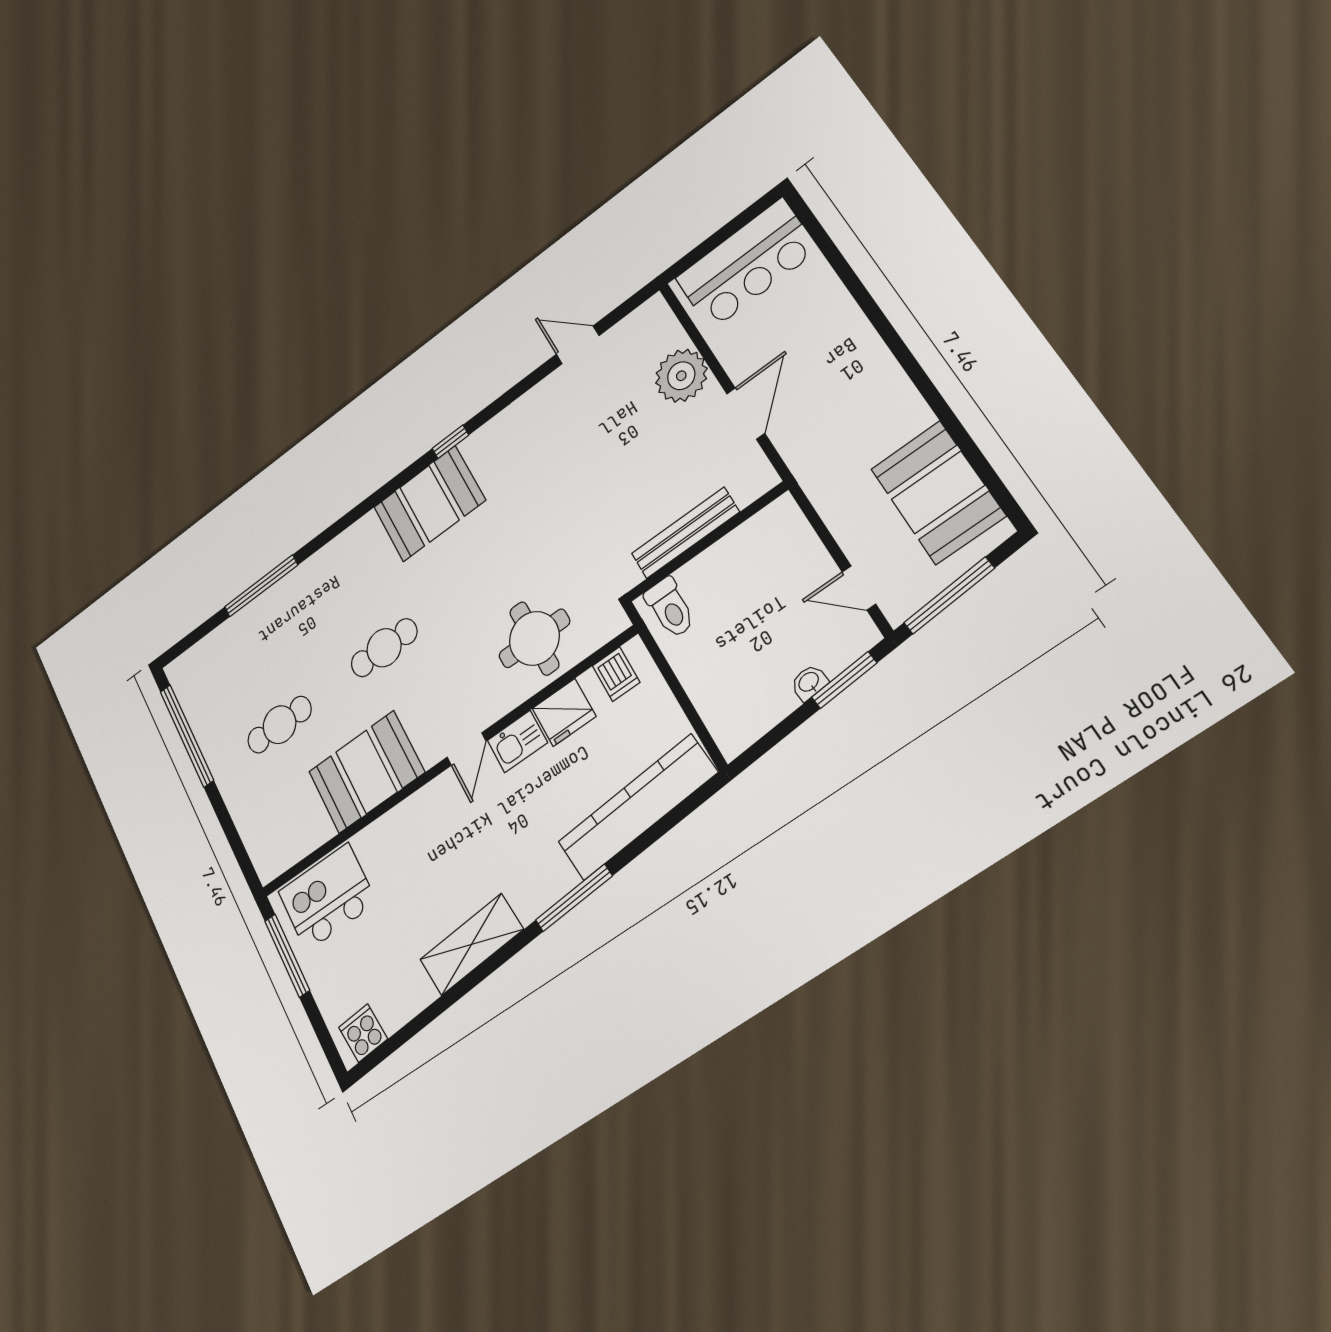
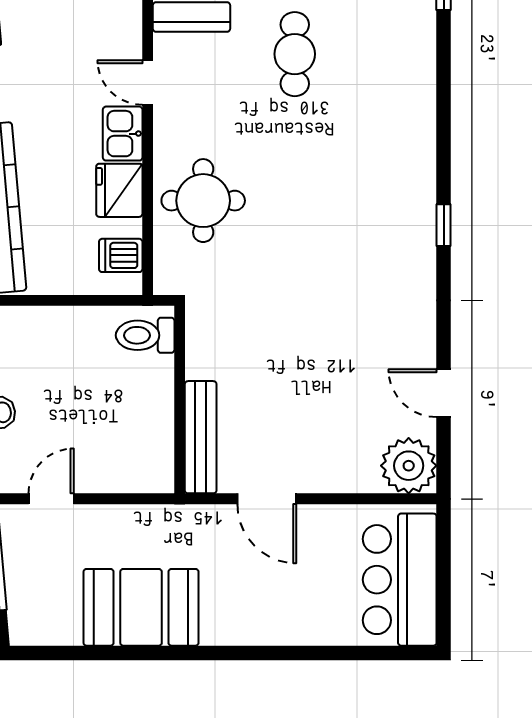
door: (578, 345) -> (444, 393), swing flipped
plant: (681, 376) -> (409, 466), moved
booth: (938, 492) -> (141, 607), moved
booth: (429, 504) -> (399, 172), removed
bench: (685, 533) -> (201, 437), moved

